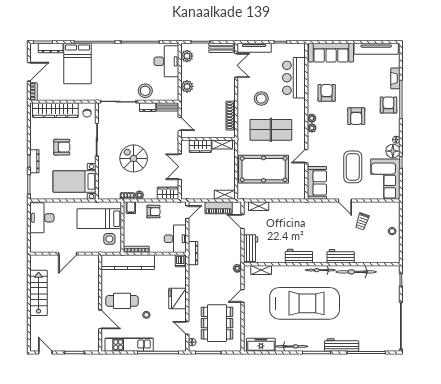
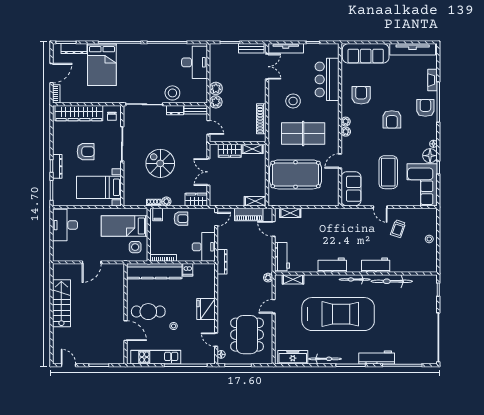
plant: (187, 56) -> (216, 102), moved
dishwasher: (180, 261) -> (188, 270), moved

